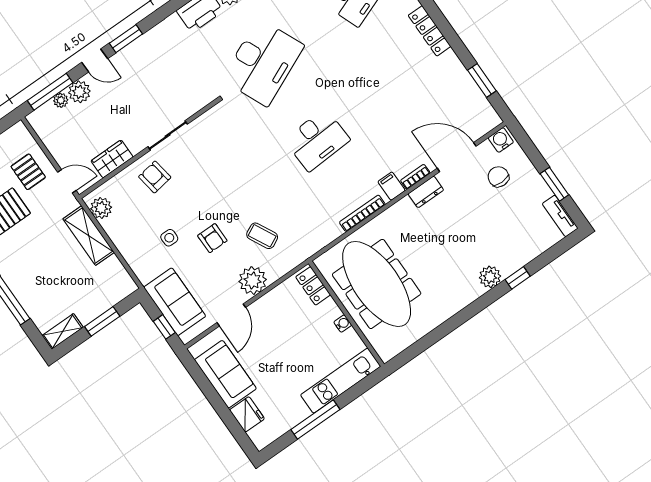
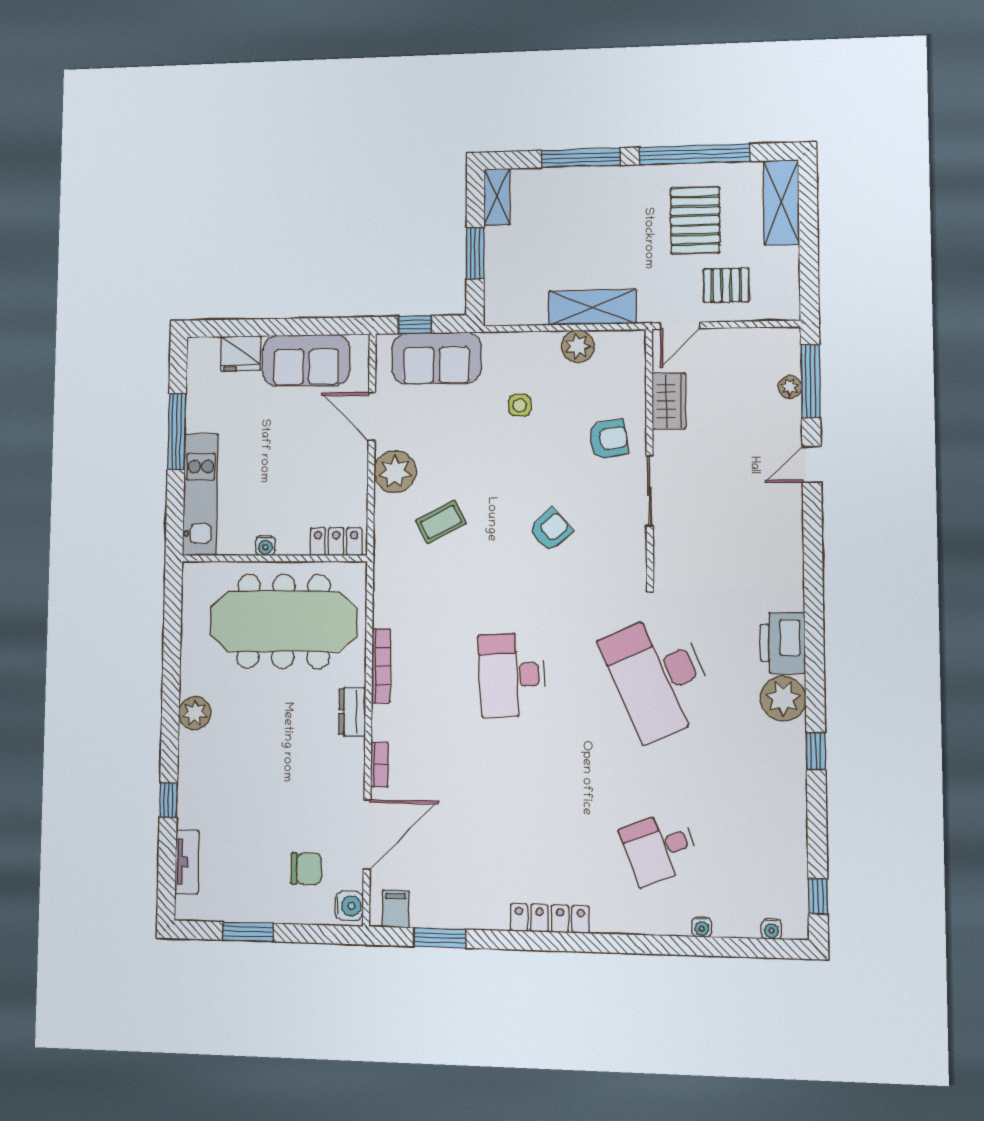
window: (126, 39) -> (813, 524), removed
plant: (79, 92) -> (784, 418), removed
filing cabinet: (391, 186) -> (396, 909), moved, turned -90
dresser: (426, 192) -> (352, 712), moved
plant: (101, 208) -> (578, 346), moved
tv unit: (560, 216) -> (187, 862), moved, turned 90
armchair: (212, 238) -> (551, 530), moved, turned 137
plant: (490, 277) -> (195, 713), moved

